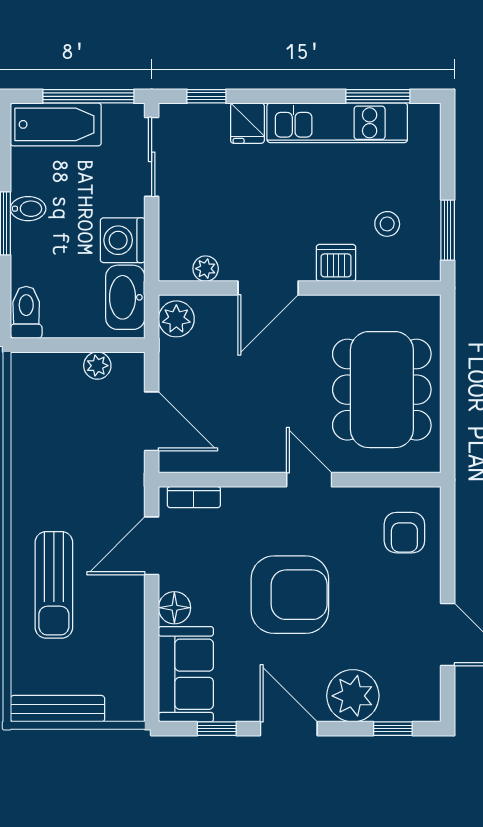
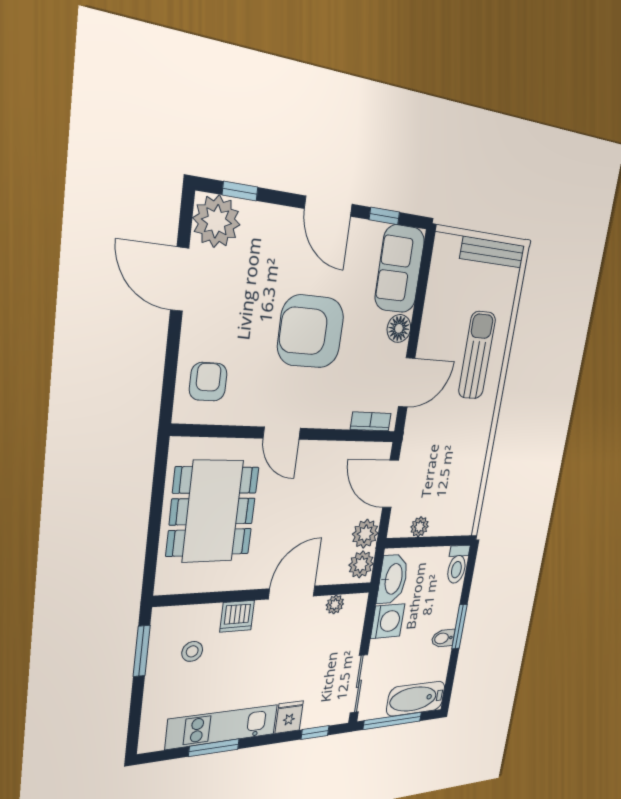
window: (378, 96) -> (214, 748), moved
plant: (177, 358) -> (365, 534), added
plant: (353, 696) -> (217, 221), moved

